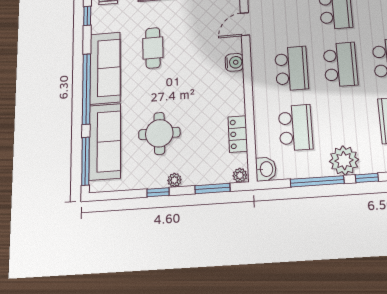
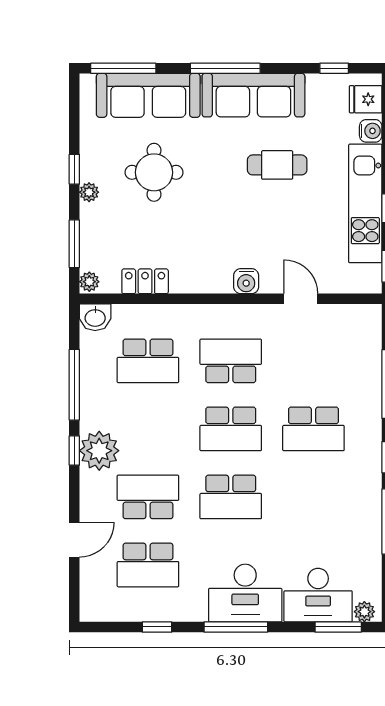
school desk: (292, 68) -> (231, 361), turned 180
window: (86, 89) -> (225, 68), width x0.68
plant: (344, 160) -> (99, 451), moved

